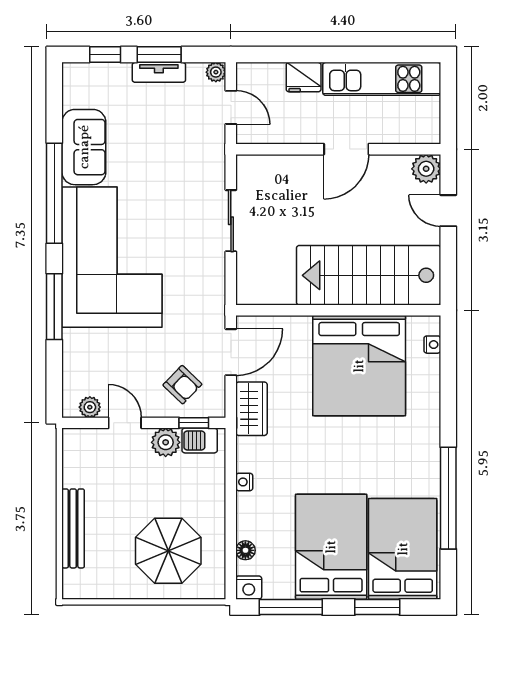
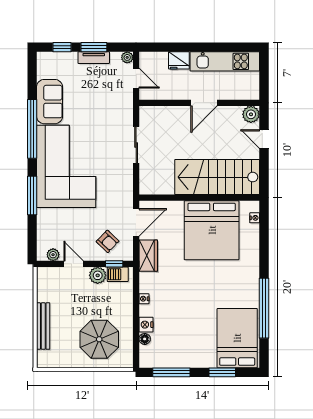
bed: (331, 547) -> (195, 337), removed
nightstand: (249, 588) -> (146, 325), moved, turned 90

